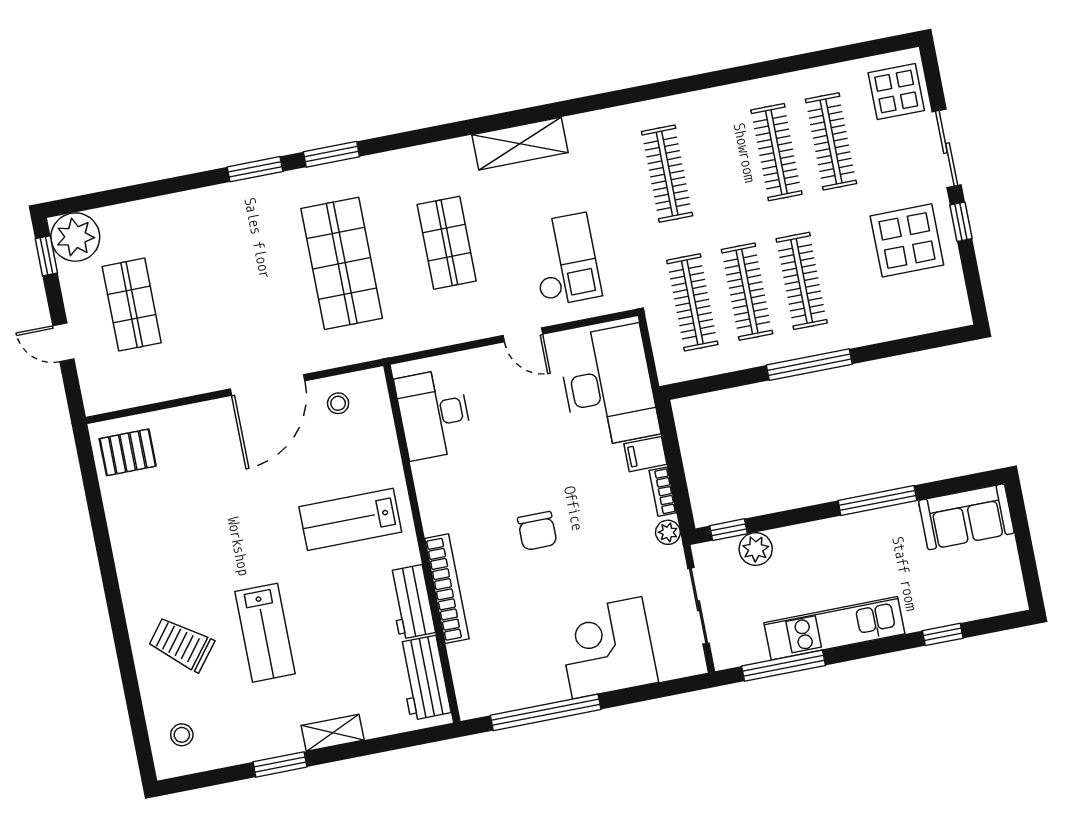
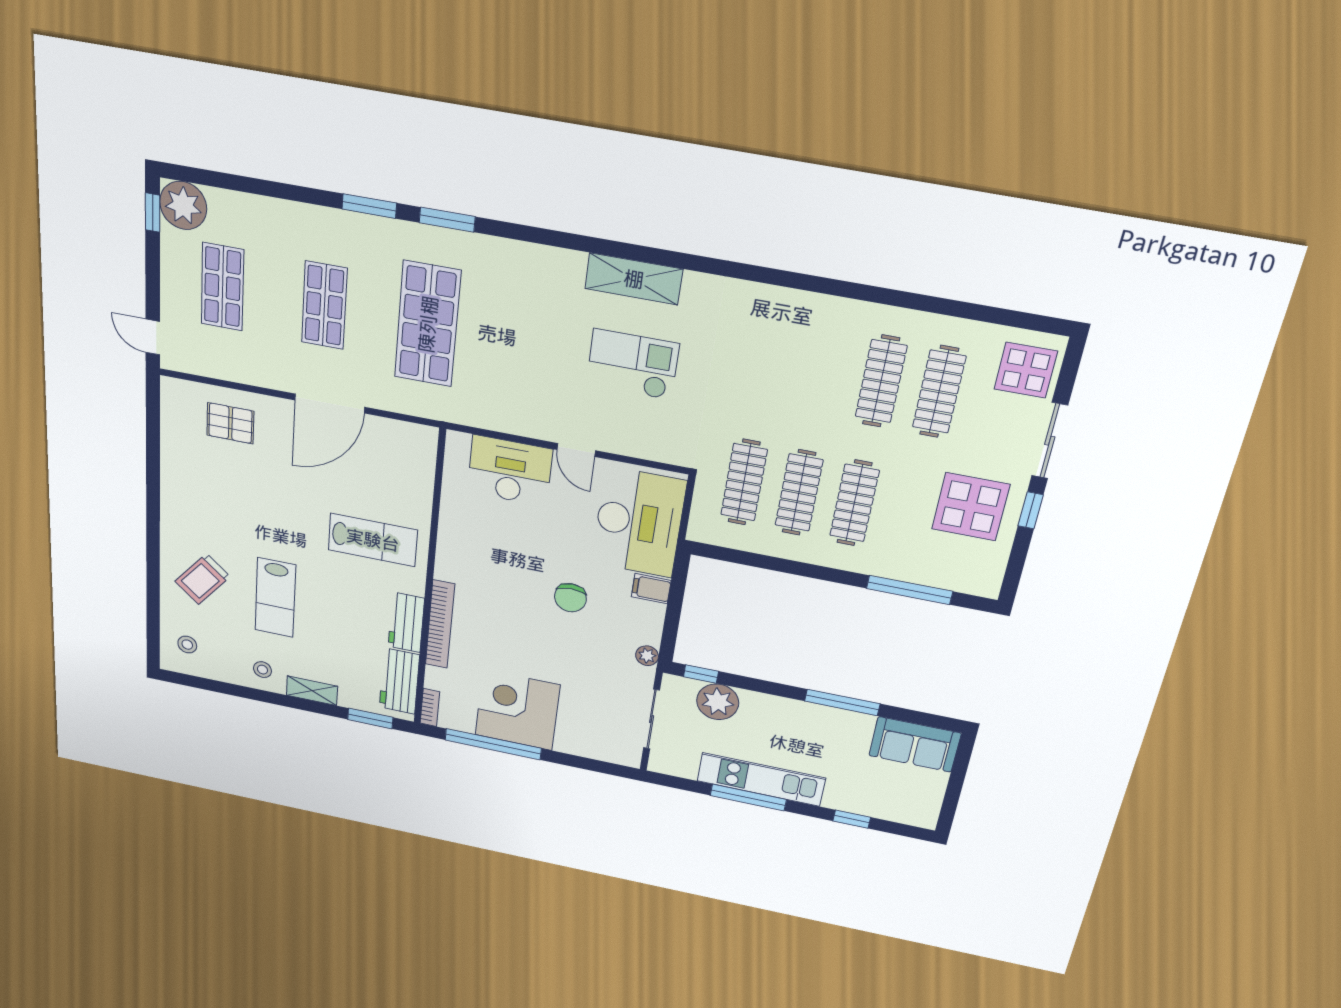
clothes rail: (667, 174) -> (766, 361), removed
shop shelf: (447, 243) -> (324, 305), moved
checkout: (565, 260) -> (633, 364), moved, turned -90
door: (63, 342) -> (153, 337), moved
window: (809, 365) -> (910, 590), moved
stool: (338, 403) -> (262, 670), moved
desk: (434, 414) -> (510, 471), moved, turned 90
pallet: (128, 452) -> (230, 423), moved
bookcase: (663, 492) -> (430, 707), moved, turned 180
lab bench: (350, 519) -> (373, 540), turned 180
chair: (537, 531) -> (570, 598), moved
plant: (756, 549) -> (718, 702), width x1.36, depth x1.36
trolley: (181, 644) -> (202, 579), turned -88
corner desk: (607, 648) -> (517, 710), moved
window: (783, 666) -> (748, 798), moved
window: (280, 764) -> (370, 718), moved

